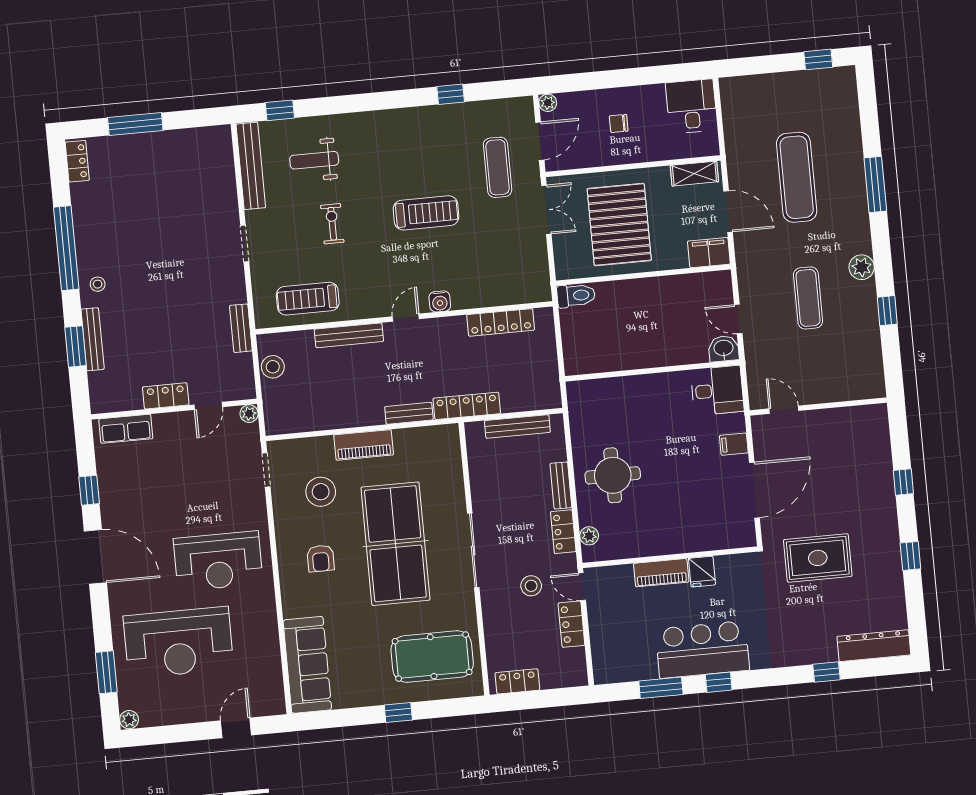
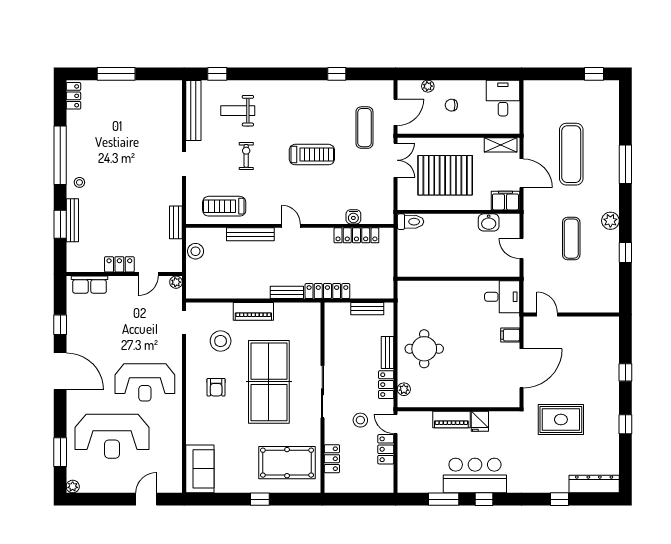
plant: (548, 103) -> (428, 86), moved
pallet: (619, 224) -> (445, 175), turned 90
water cooler: (440, 301) -> (353, 217), moved
door: (406, 318) -> (291, 226), hinge flipped
washbasin: (724, 349) -> (489, 222), moved, turned 180
bench: (517, 426) -> (367, 309), width x0.73
sofa: (307, 665) -> (200, 469), width x0.73
locker: (517, 681) -> (332, 459), moved, turned 90

